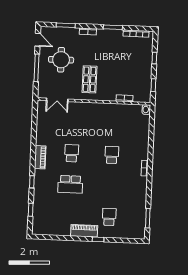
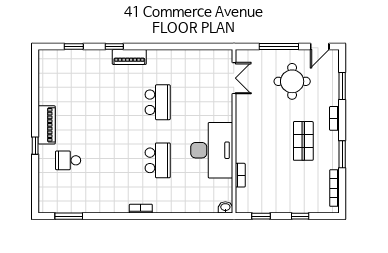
shop shelf: (89, 79) -> (303, 141), moved, turned 90
double door: (57, 100) -> (234, 78), swing flipped
desk: (106, 117) -> (212, 150), added
school desk: (72, 153) -> (158, 102), width x1.85
school desk: (112, 155) -> (158, 160), width x1.85
piano: (40, 157) -> (129, 57), moved
school desk: (70, 184) -> (113, 102), removed
school desk: (109, 217) -> (68, 160), turned 180

